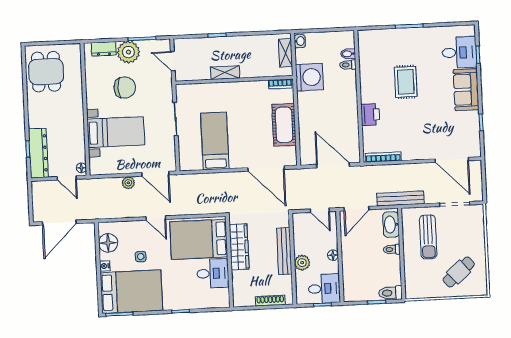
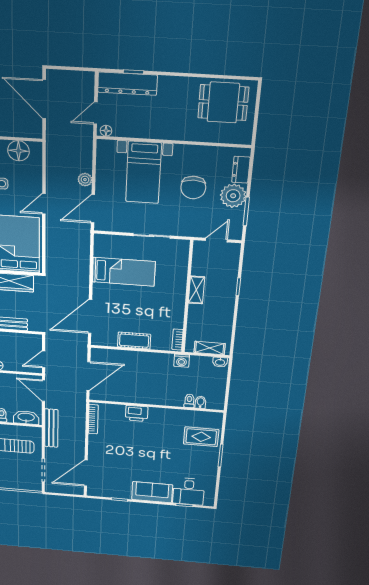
washing machine: (309, 77) -> (182, 361), width x0.53, depth x0.53
rug: (406, 82) -> (201, 437), moved
cot: (284, 125) -> (134, 341), width x0.73, depth x0.75

